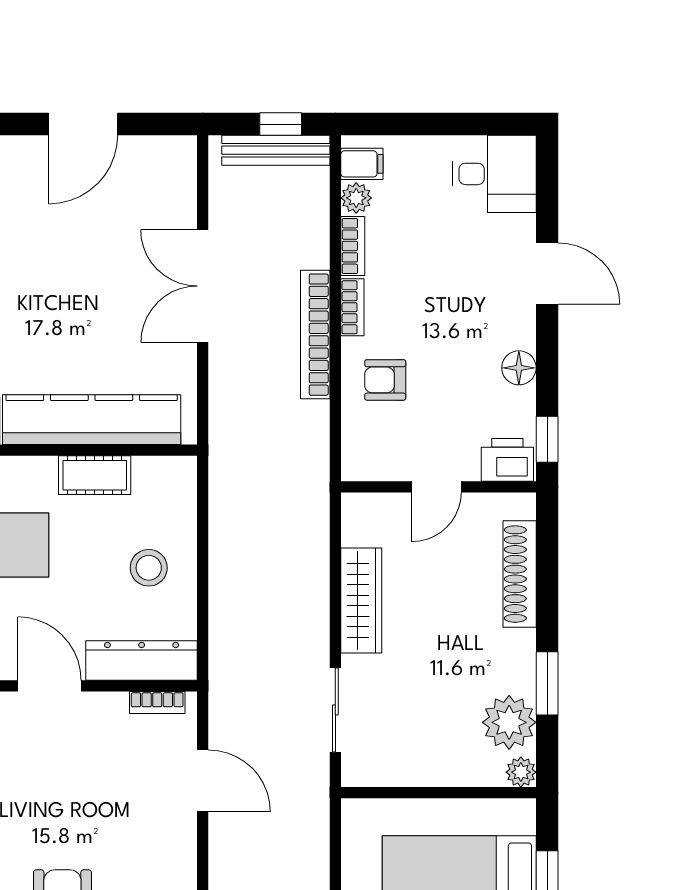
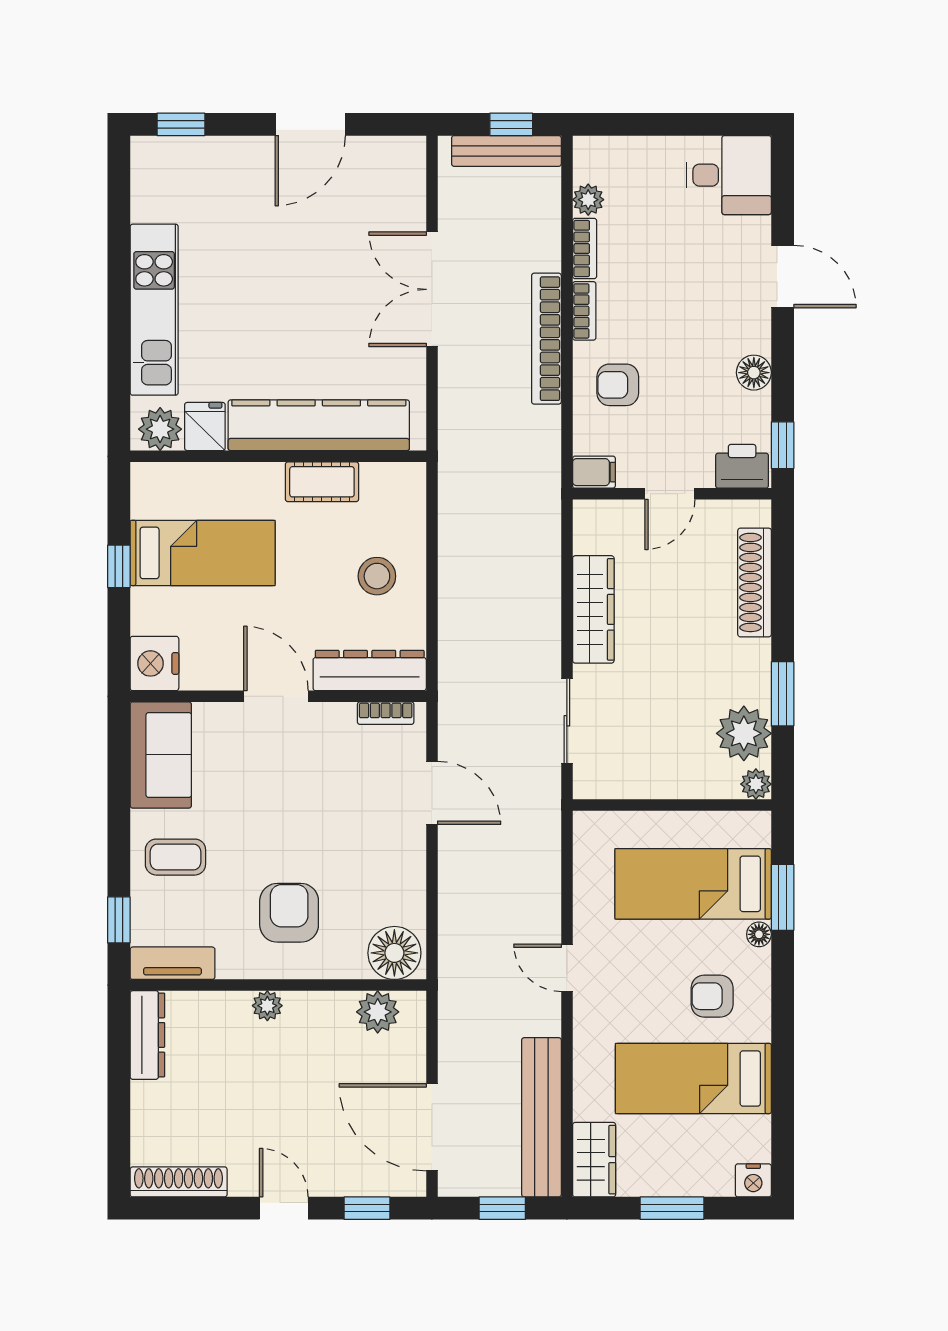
filing cabinet: (362, 164) -> (594, 472), moved

